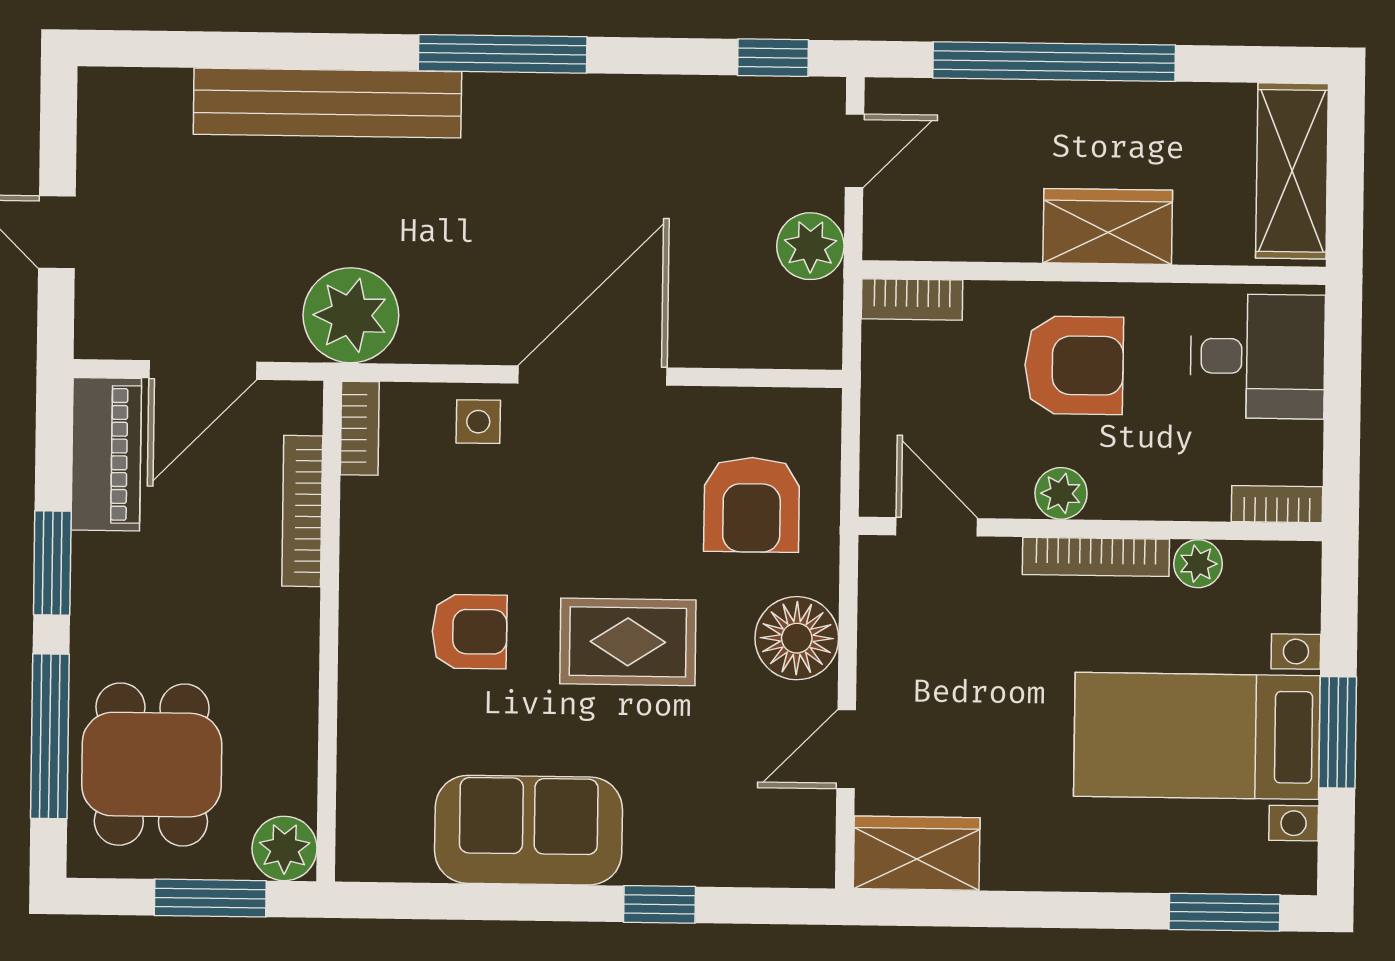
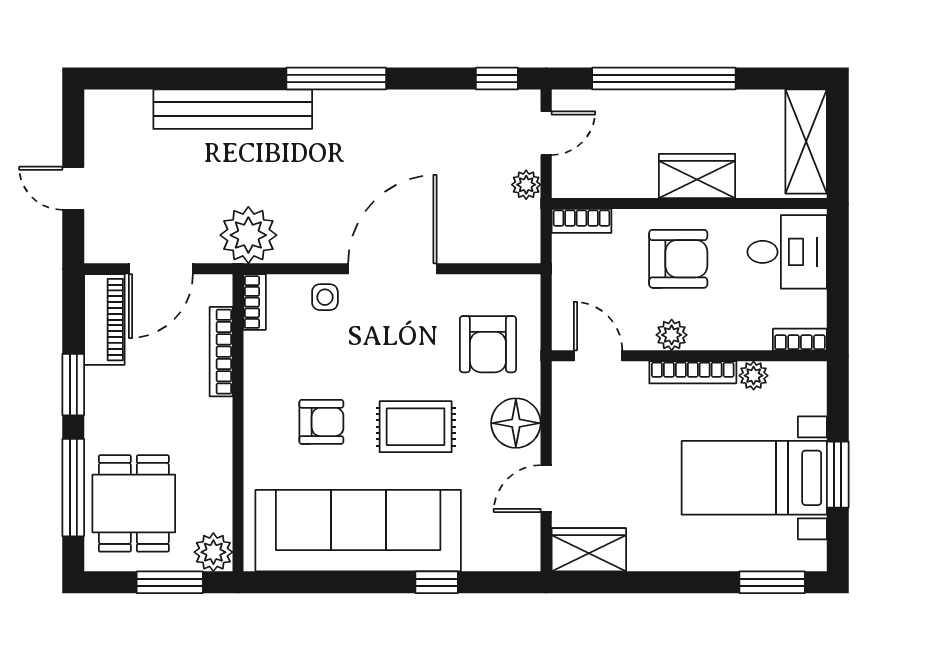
plant: (810, 246) -> (526, 185), width x0.73, depth x0.73
sofa: (529, 830) -> (358, 531), width x1.85, depth x1.27

